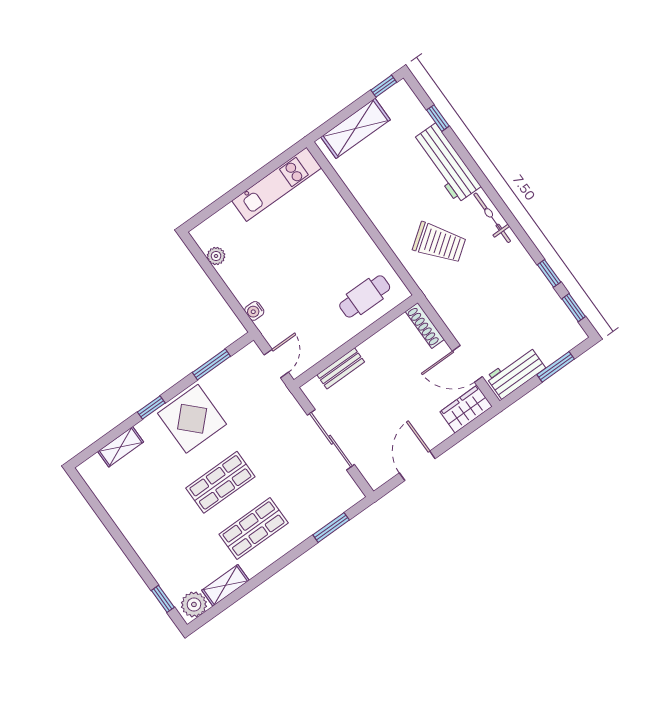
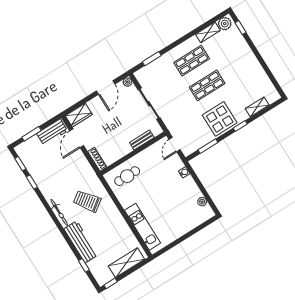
kitchen unit: (277, 184) -> (143, 227), moved, turned 90
door: (467, 364) -> (77, 138), swing flipped
plant: (376, 479) -> (127, 82), added

